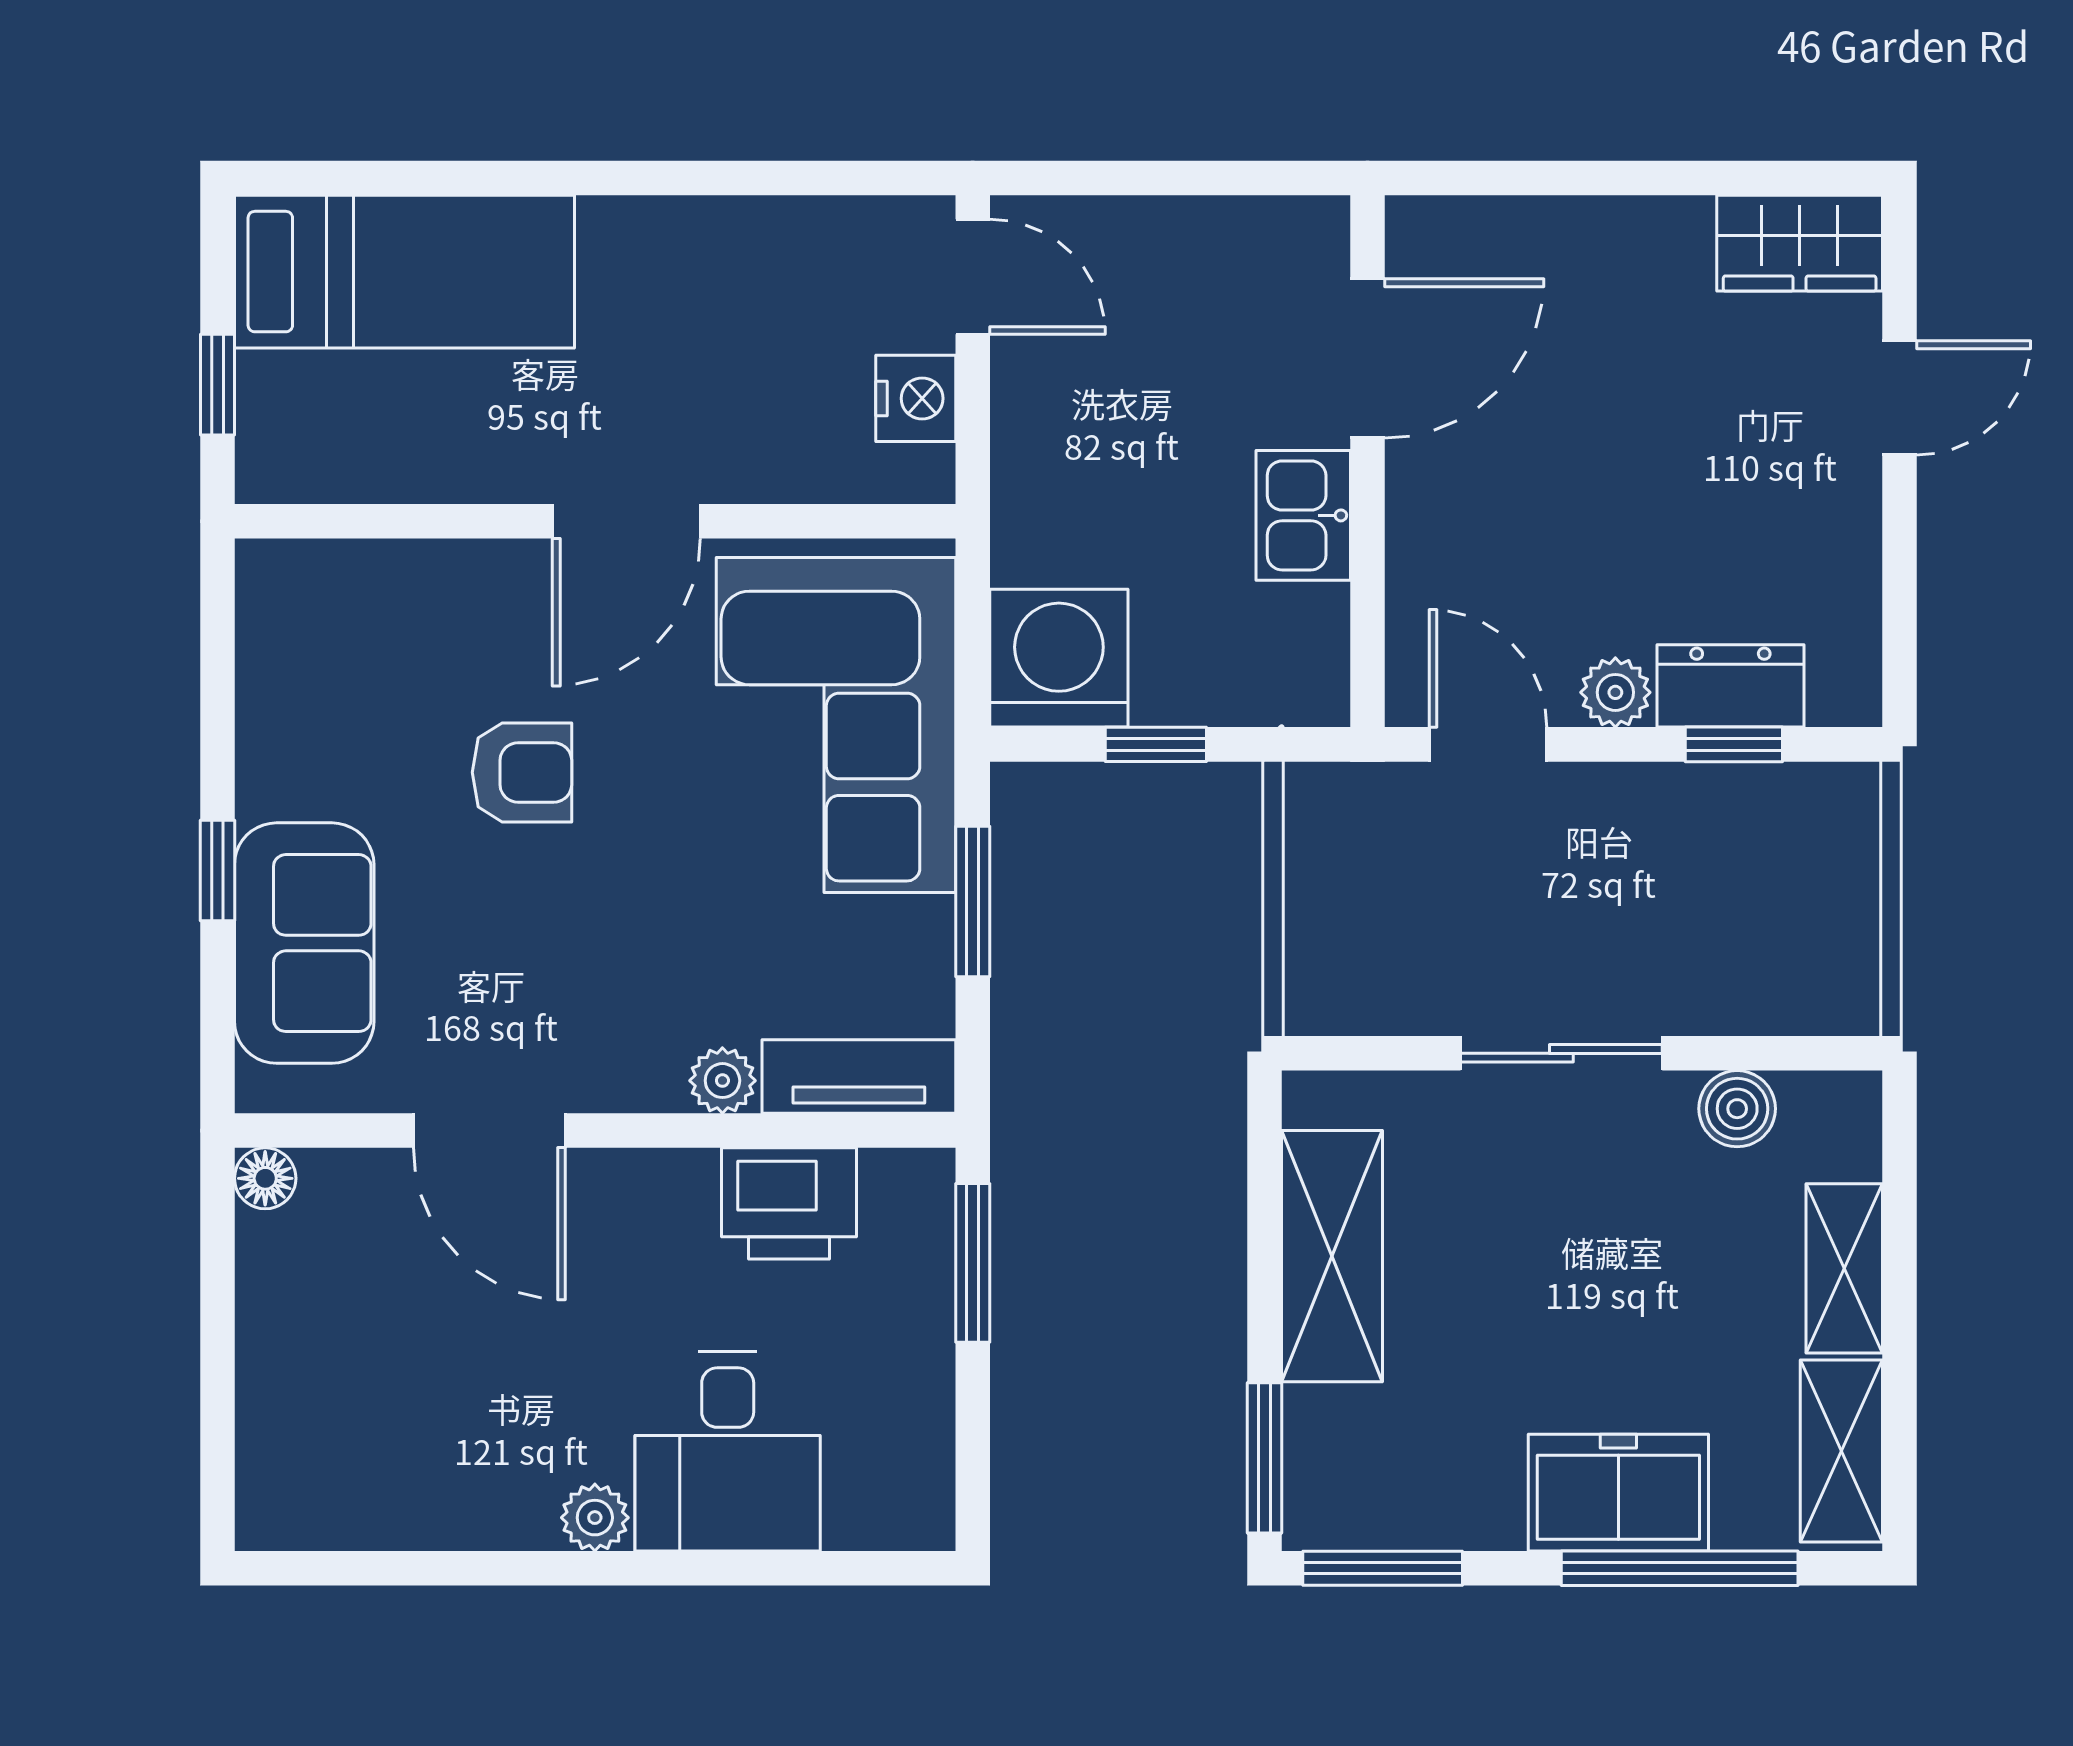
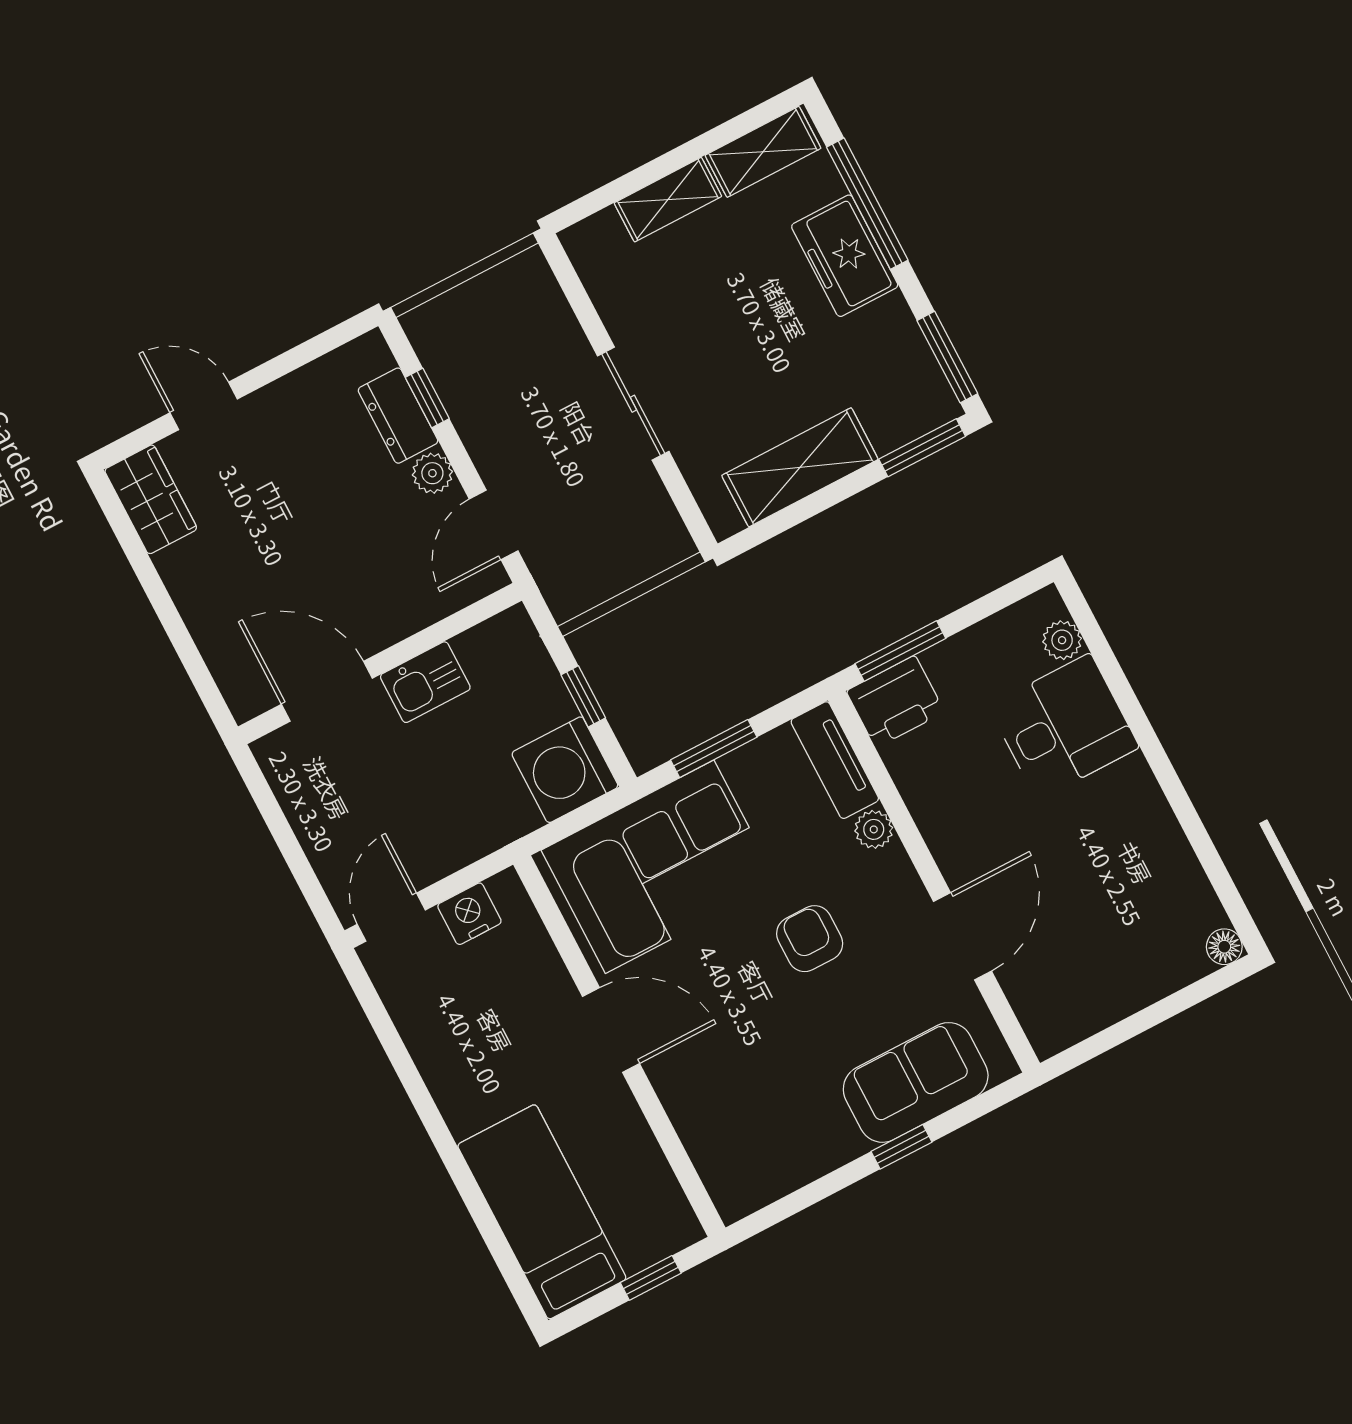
armchair: (522, 772) -> (810, 939), moved
boiler: (1737, 1109) -> (614, 298), removed
floor lamp: (265, 1178) -> (1224, 947), moved
printer: (789, 1203) -> (895, 702), moved, turned 90
plant: (595, 1518) -> (1062, 640), moved

